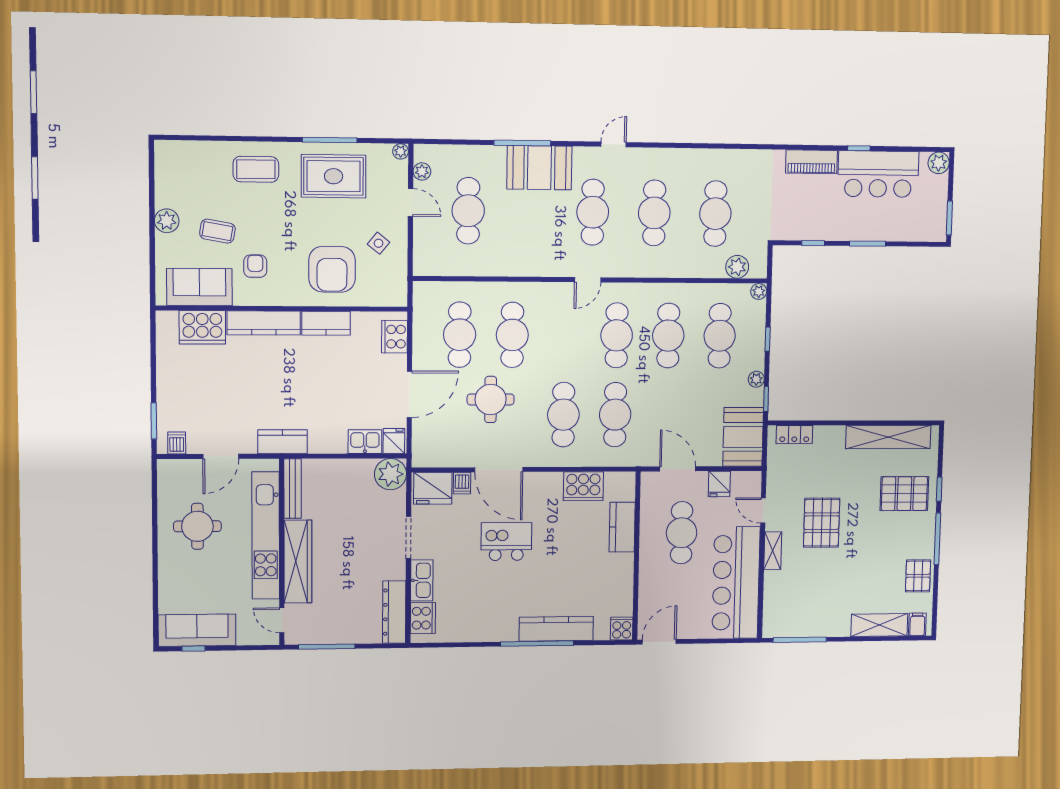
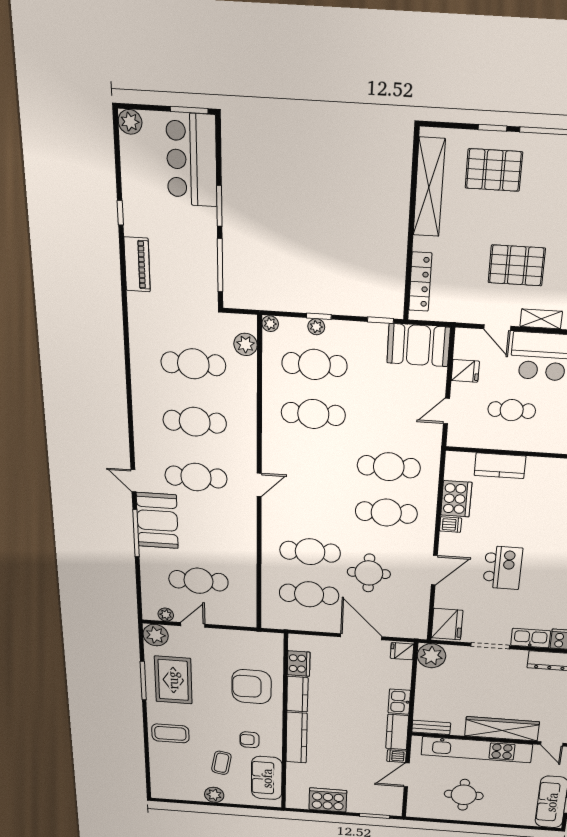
door: (614, 144) -> (133, 481), moved
plant: (401, 151) -> (156, 635), width x1.88, depth x1.88
coffee table: (256, 169) -> (170, 733), turned 90
bar counter: (878, 174) -> (192, 160), moved, turned 180
side table: (379, 243) -> (229, 651), removed
window: (813, 243) -> (220, 265), width x2.17
armchair: (332, 269) -> (252, 687), turned 180
door: (588, 280) -> (259, 485), hinge flipped
cooker: (202, 327) -> (328, 800), moved, turned -90
cafe table: (617, 335) -> (312, 462), removed
cooker: (395, 337) -> (299, 664), moved, turned -90
plant: (756, 379) -> (316, 327), moved
locker: (794, 435) -> (420, 282), width x1.53
kitchen sink: (365, 442) -> (399, 702), moved
dishwasher: (177, 443) -> (397, 756), moved
door: (221, 456) -> (407, 775), swing flipped
door: (678, 469) -> (446, 411), width x0.73
door: (499, 470) -> (434, 570), width x0.73
dishwasher: (462, 483) -> (451, 525), moved
bench: (293, 489) -> (431, 727), width x0.73
pallet: (904, 494) -> (494, 170), turned 90
door: (763, 510) -> (497, 328), hinge flipped
cafe table: (682, 533) -> (512, 410), width x0.73, depth x0.74
kitchen island: (506, 542) -> (503, 568), turned 180
door: (282, 620) -> (552, 744), hinge flipped

